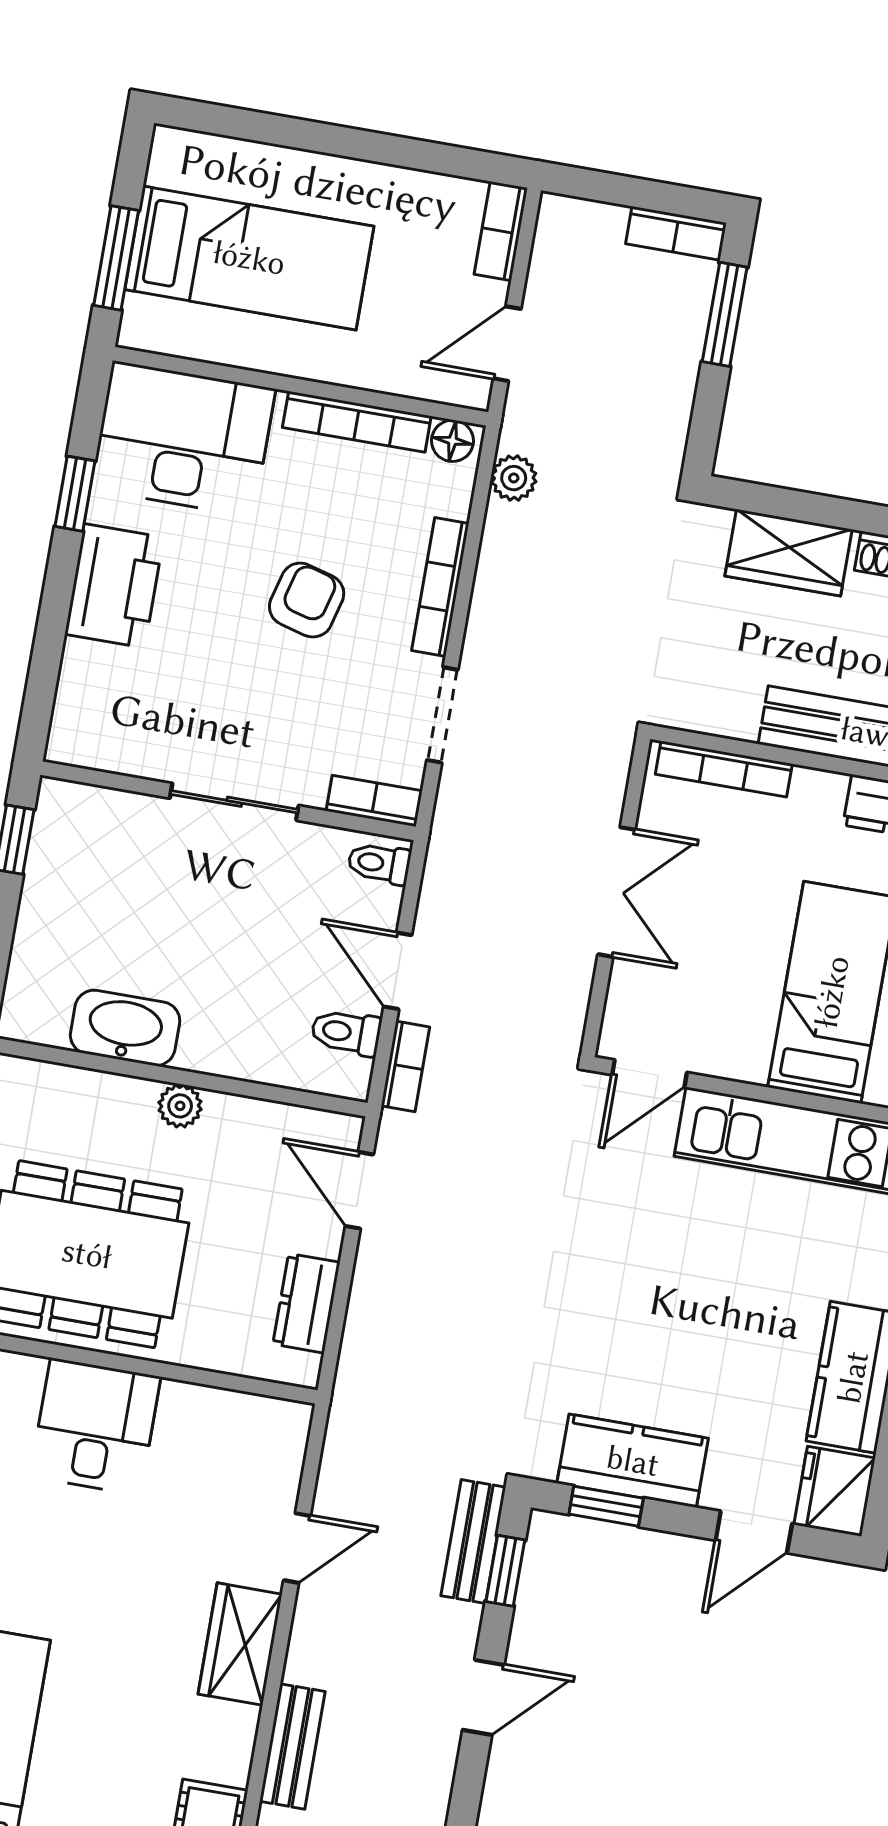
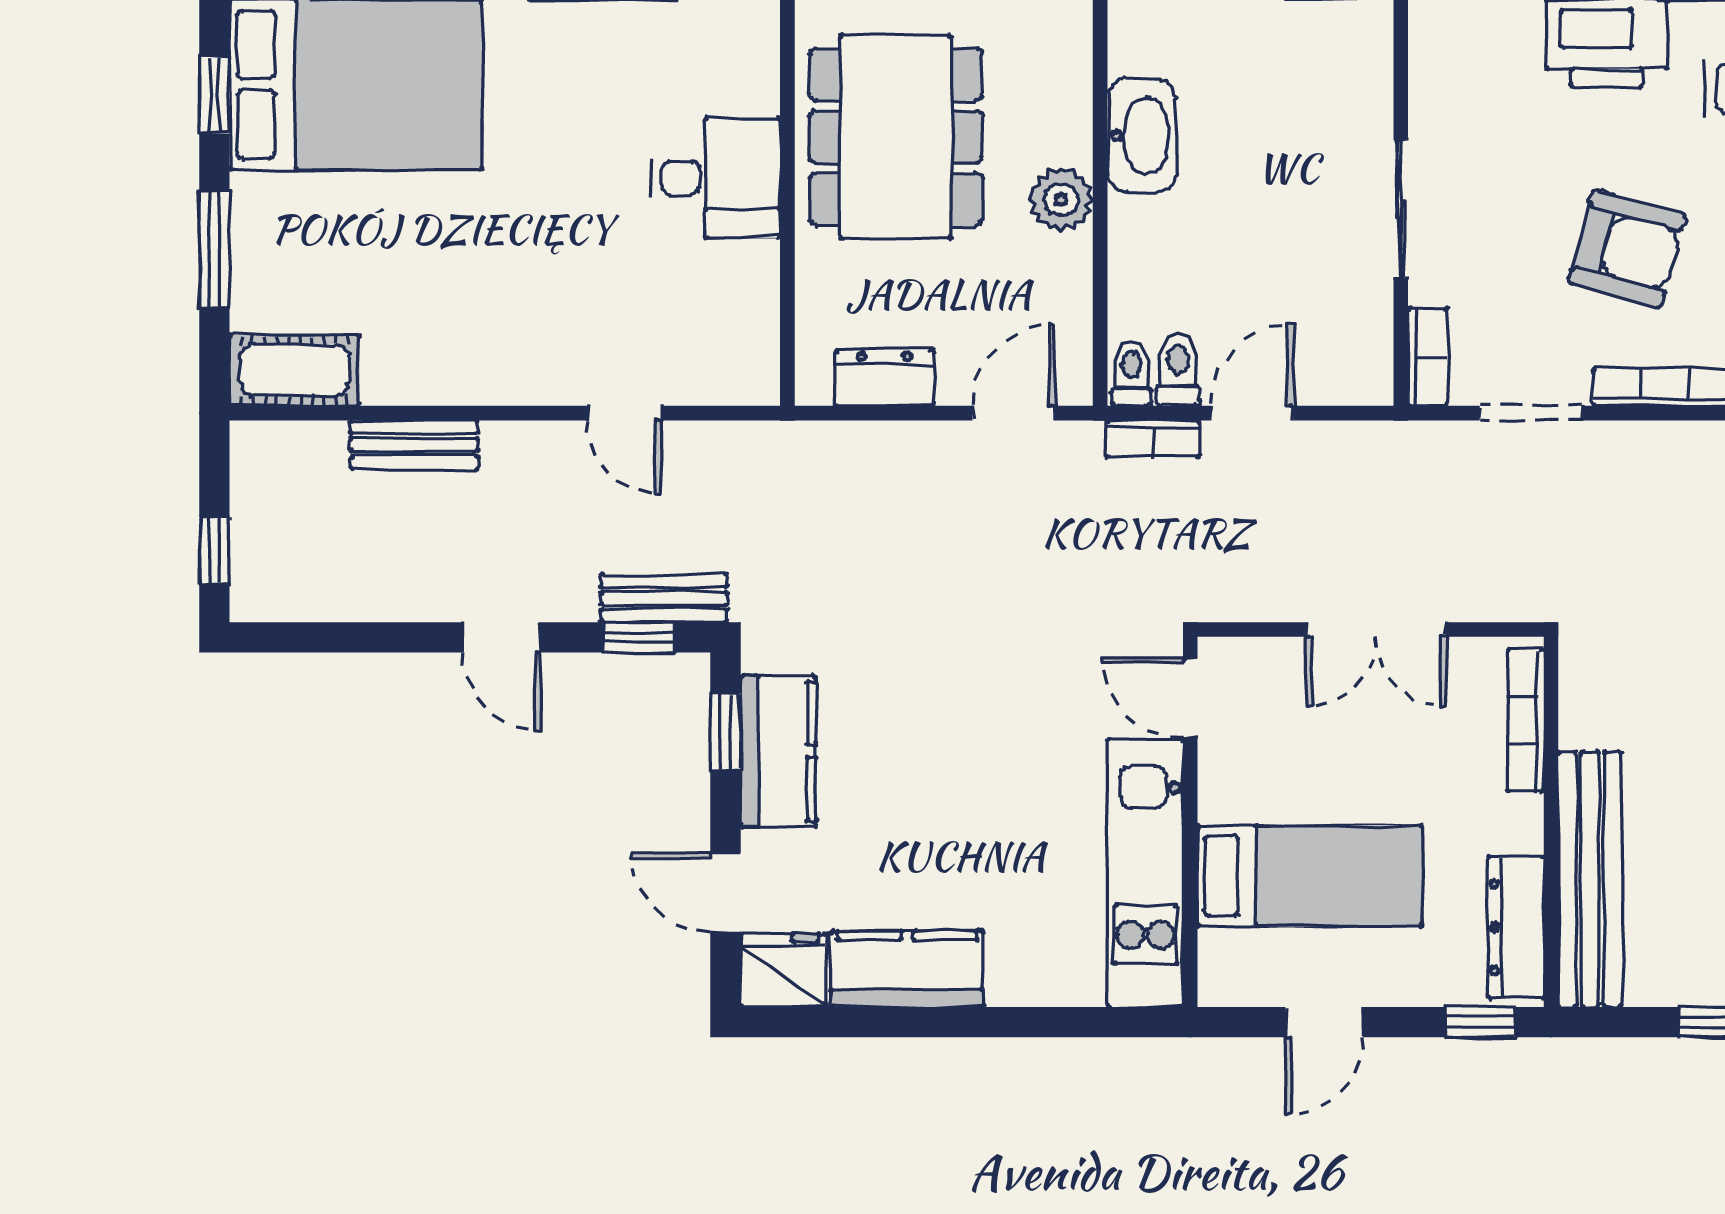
armchair: (307, 600) -> (1627, 249), width x1.38, depth x1.38
toilet: (379, 863) -> (1131, 374), moved
plant: (180, 1106) -> (1061, 199), width x1.38, depth x1.38
wardrobe: (240, 1644) -> (512, 371), removed

